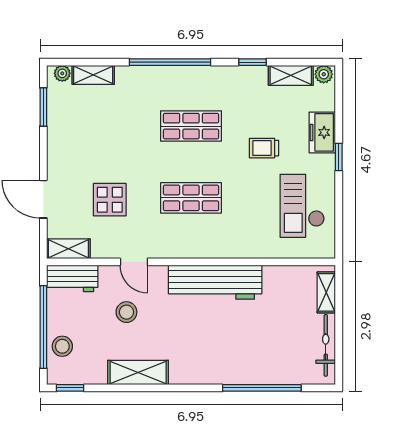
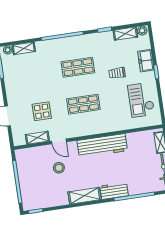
shelving: (68, 249) -> (37, 138), moved
workbench: (72, 278) -> (114, 191), moved, turned 180
stool: (62, 346) -> (28, 190), removed
shelving: (138, 372) -> (84, 196), moved

